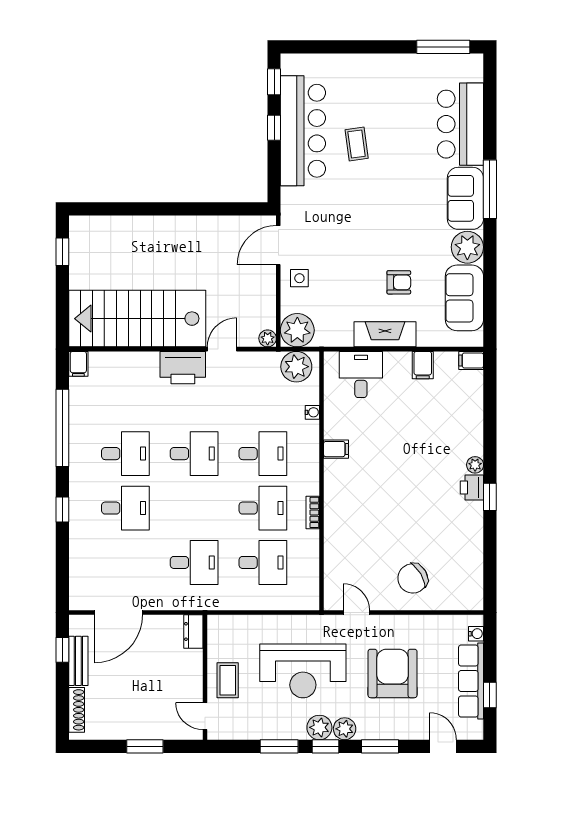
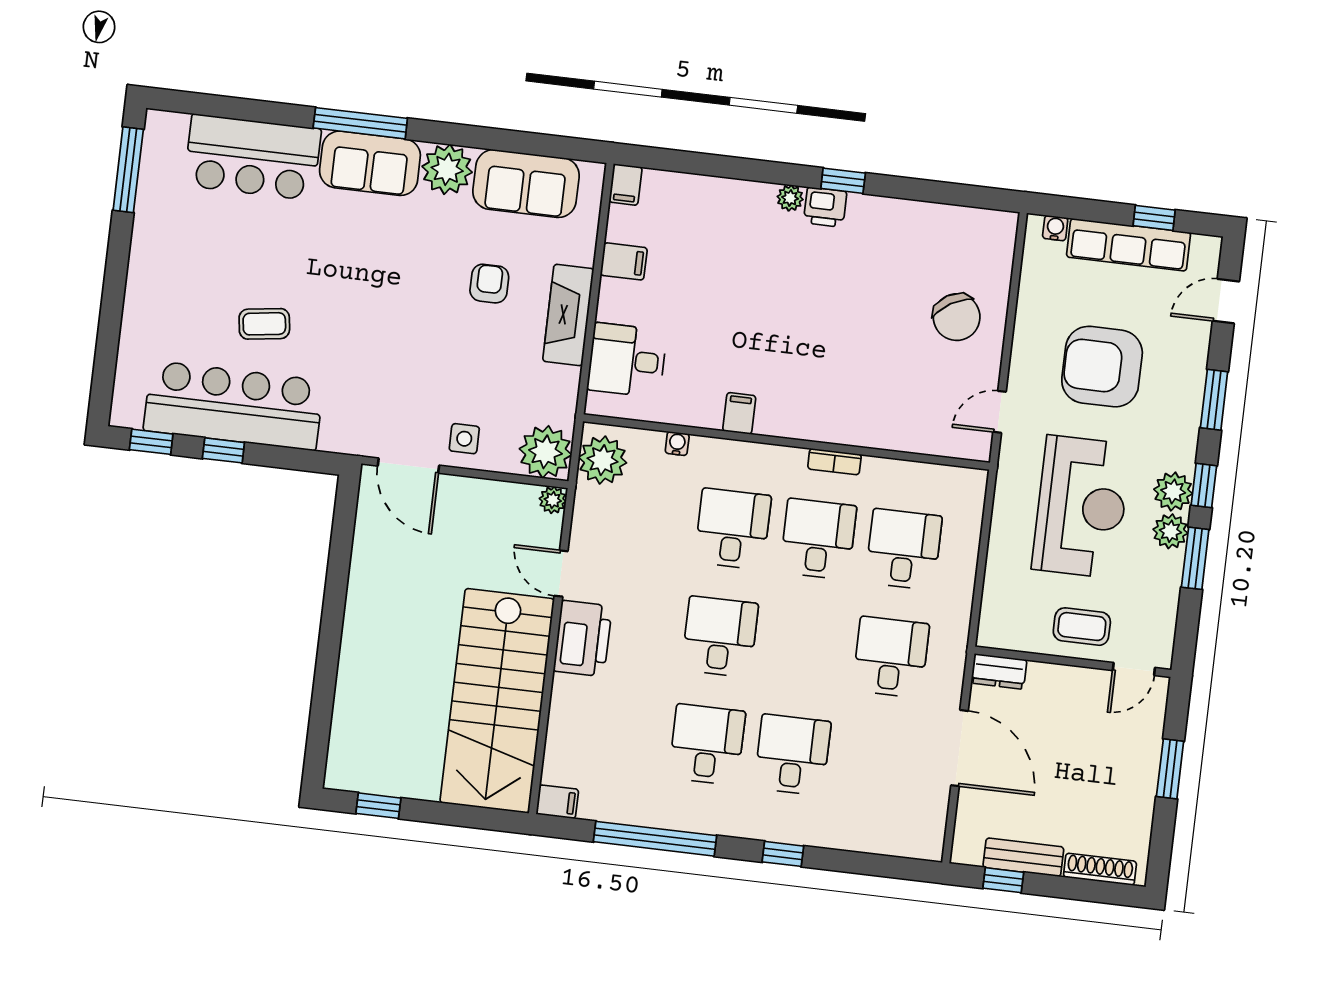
door: (118, 613) -> (960, 748), moved
plant: (345, 729) -> (1170, 531), moved

